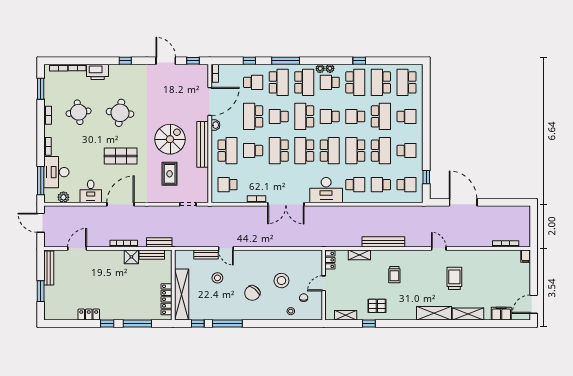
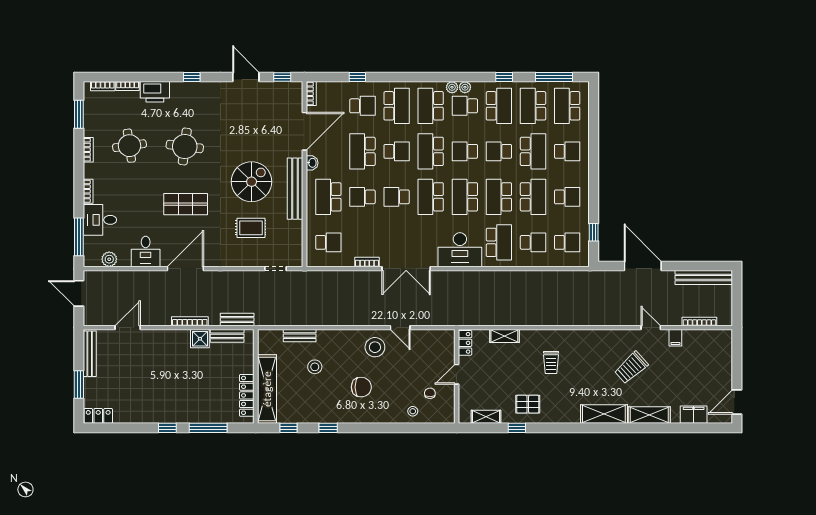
window: (286, 61) -> (554, 77), moved
school desk: (304, 82) -> (431, 106), turned 180
school desk: (279, 116) -> (397, 151), turned 180
school desk: (228, 151) -> (328, 197), turned 180
school desk: (279, 151) -> (397, 197), width x0.54
school desk: (330, 151) -> (465, 197), turned 180
desk: (56, 172) -> (100, 220), width x0.73
rug: (170, 174) -> (251, 228), turned 90
school desk: (228, 185) -> (328, 242), turned 180
school desk: (355, 185) -> (499, 242), width x1.85
school desk: (381, 185) -> (533, 242), turned 180
bench: (383, 242) -> (704, 277), moved
door: (226, 249) -> (400, 328), moved
door: (439, 249) -> (651, 328), moved
filing cabinet: (526, 256) -> (675, 338), moved
trolley: (454, 278) -> (631, 368), turned -132
stool: (281, 281) -> (375, 347), moved
chair: (252, 293) -> (361, 387), turned -130
locker: (89, 315) -> (98, 416), moved
window: (227, 324) -> (328, 428), width x0.46

